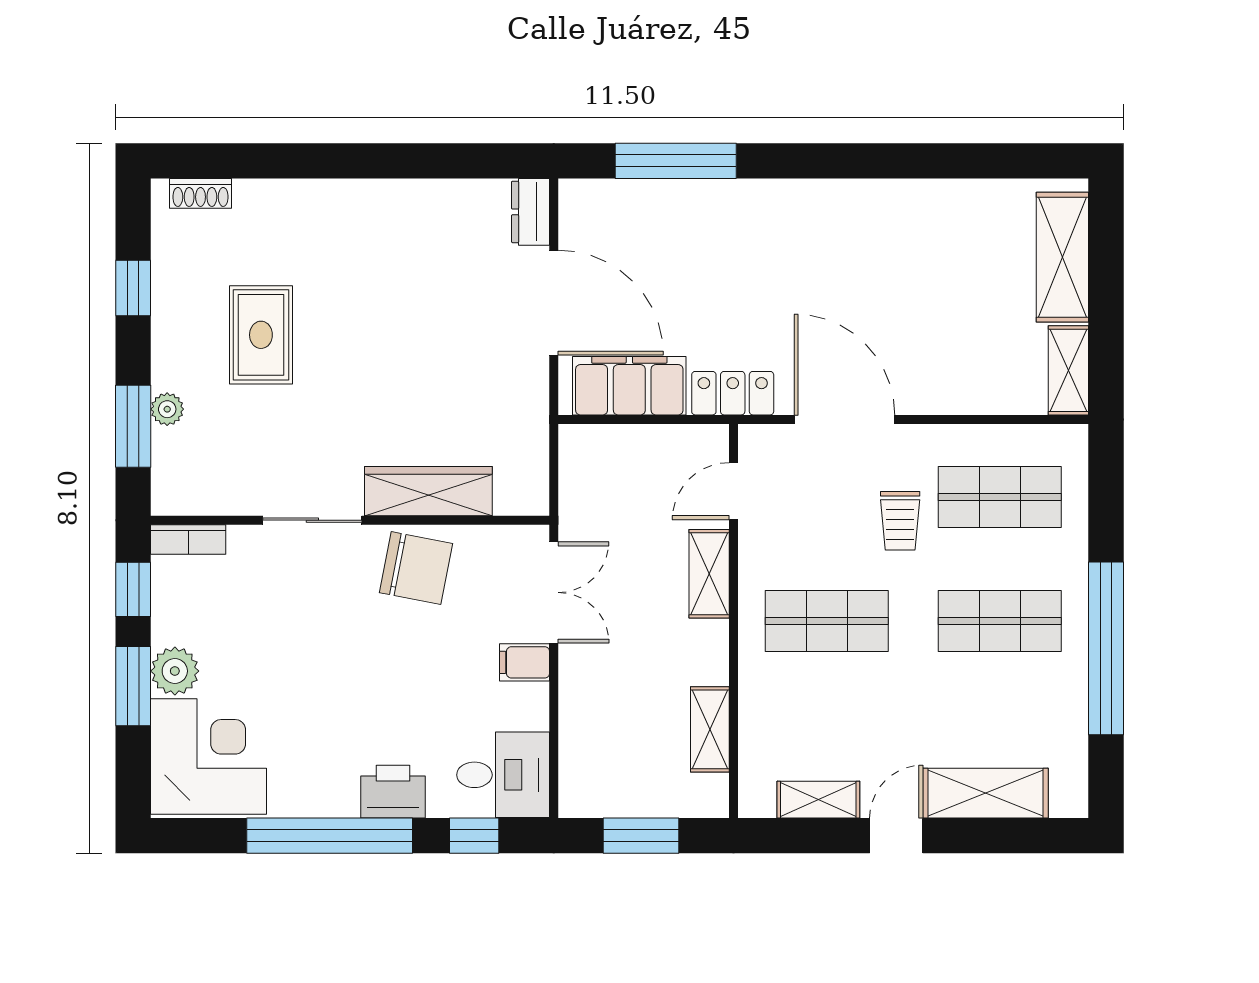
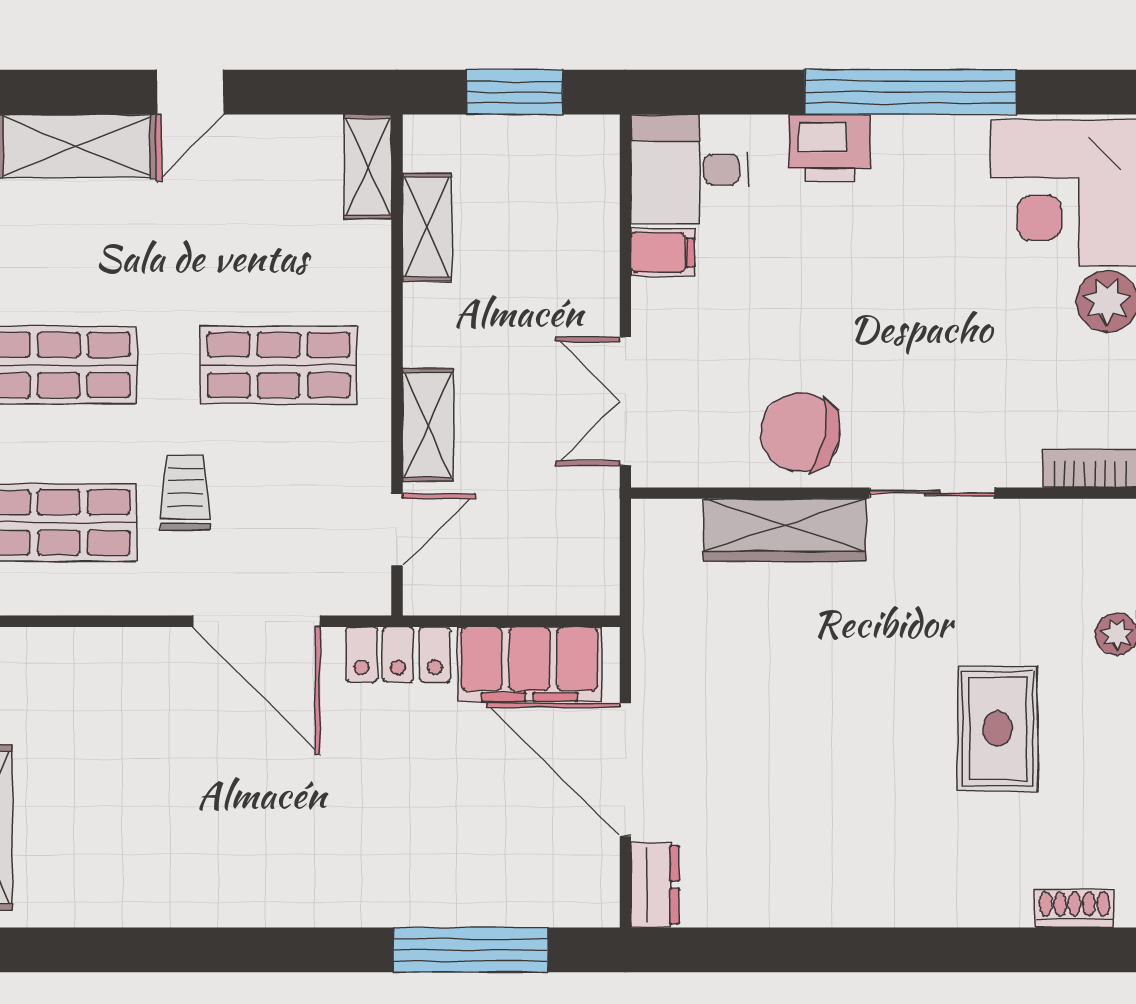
filing cabinet: (525, 662) -> (663, 252), moved
shelving: (818, 800) -> (368, 167), moved, turned 90
window: (474, 836) -> (727, 92), removed

